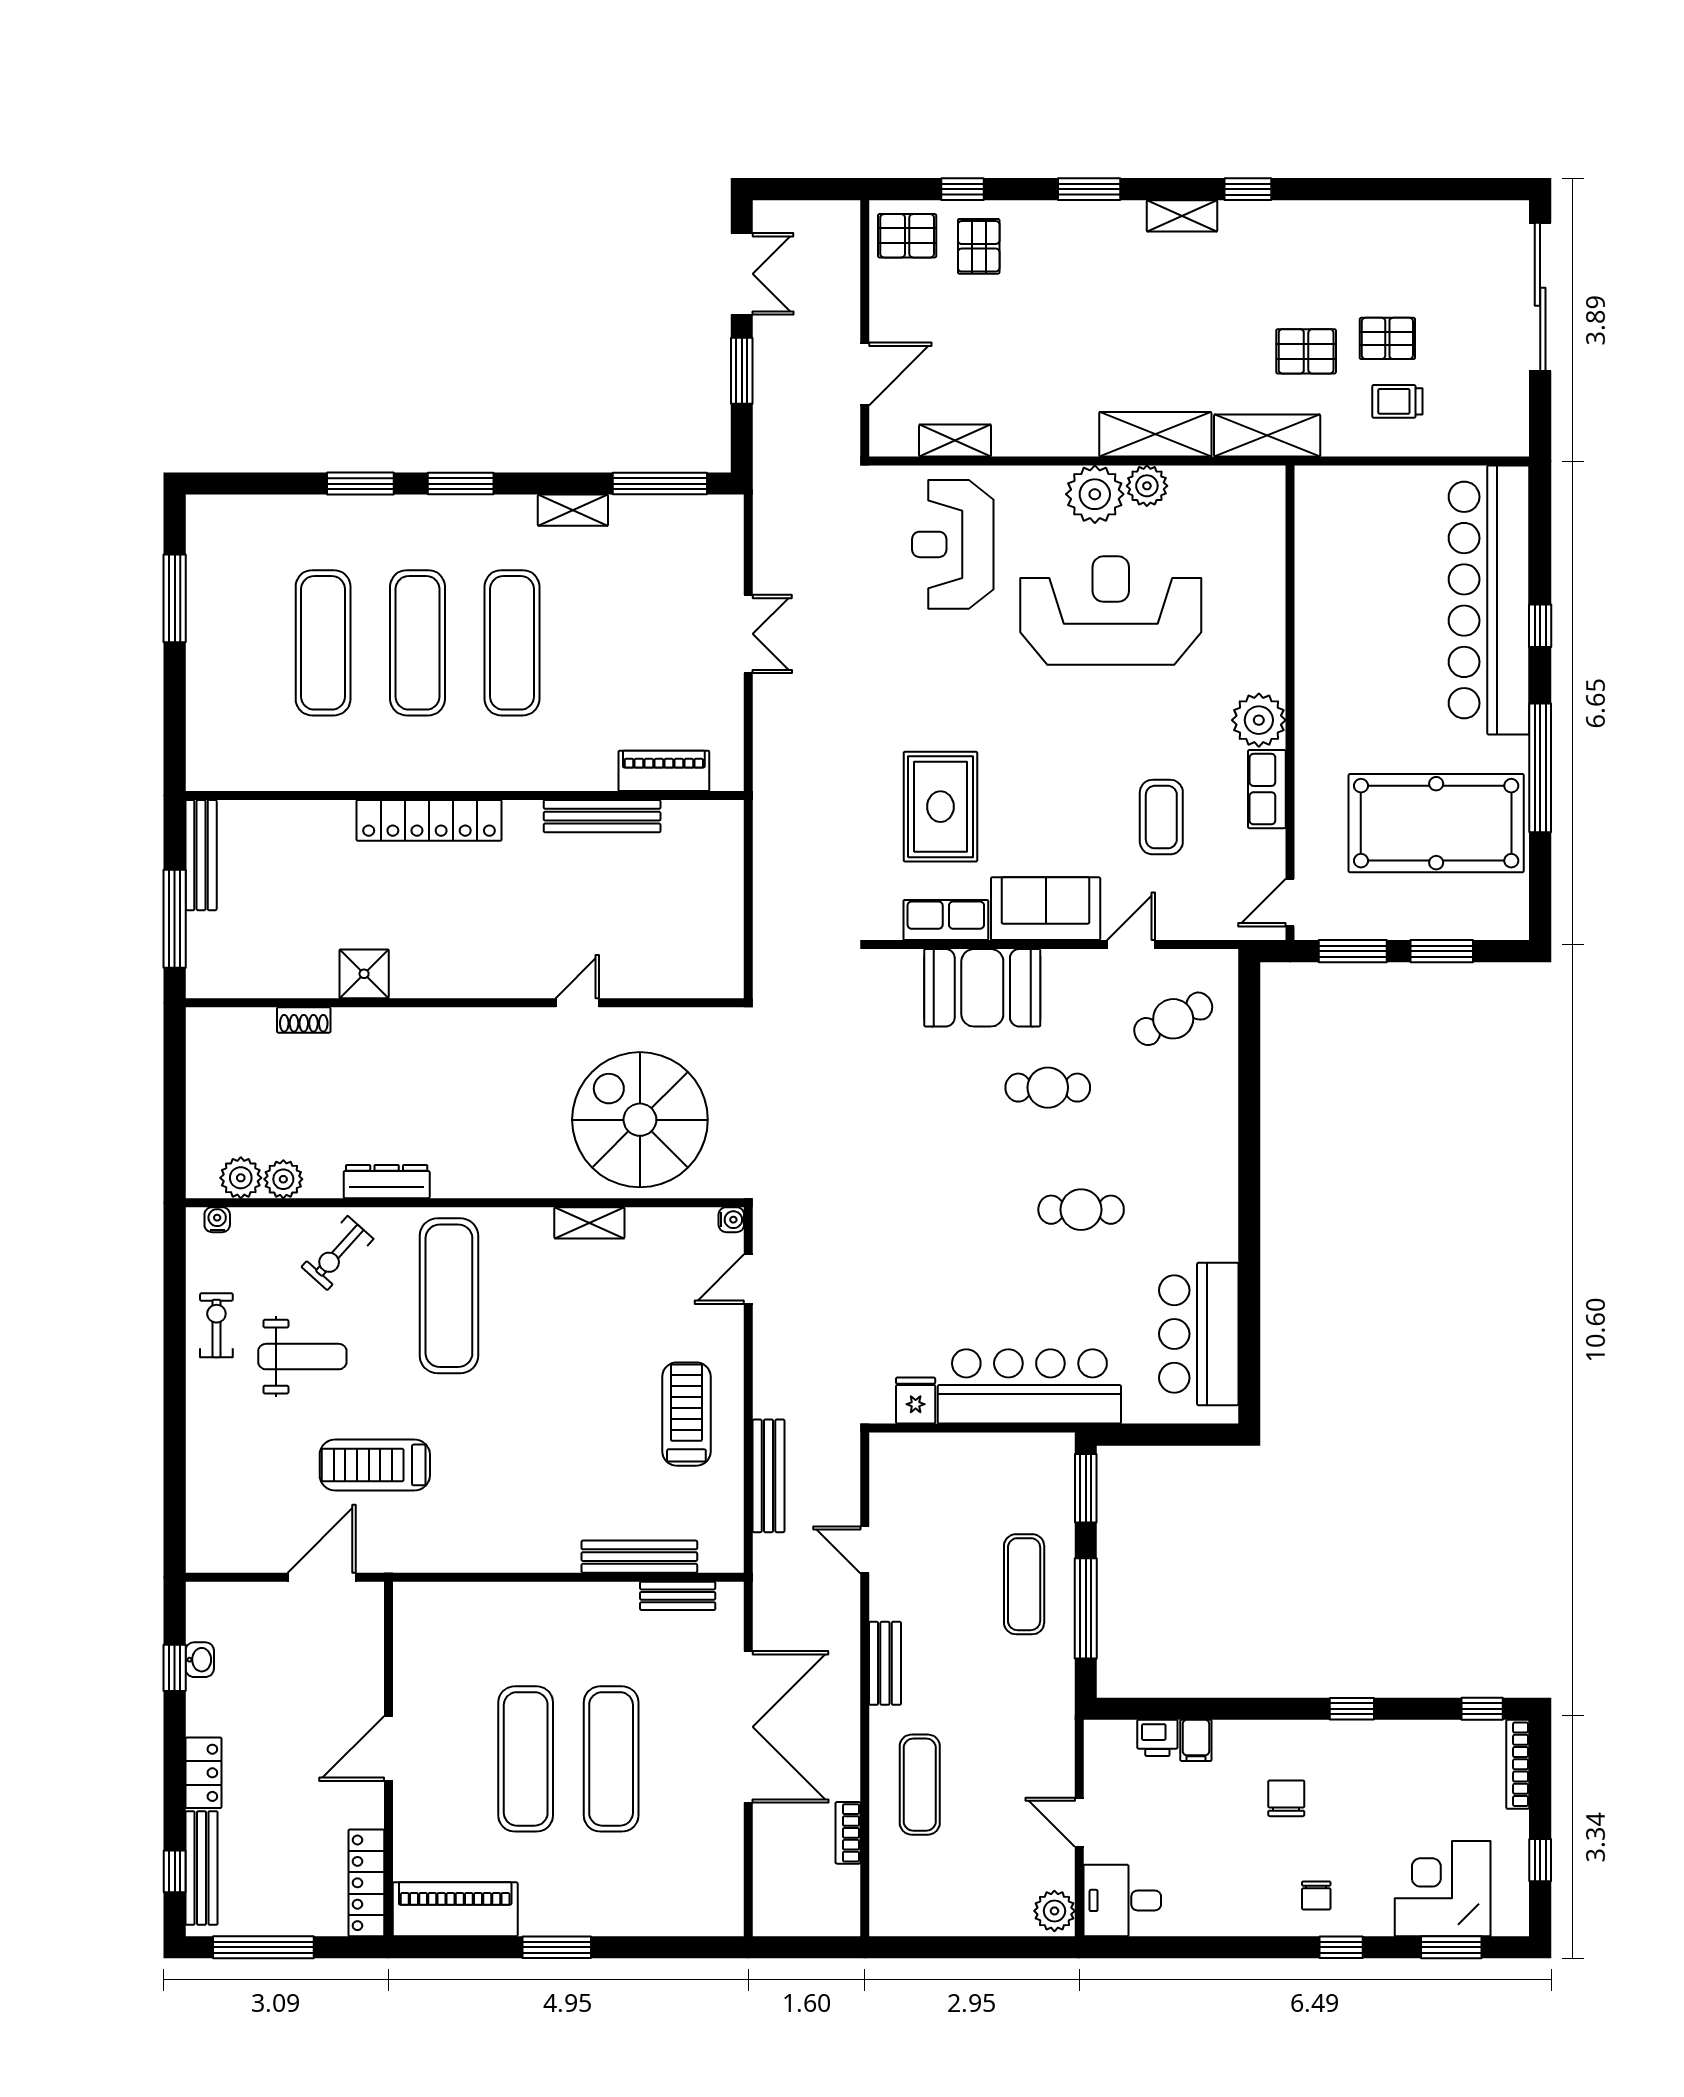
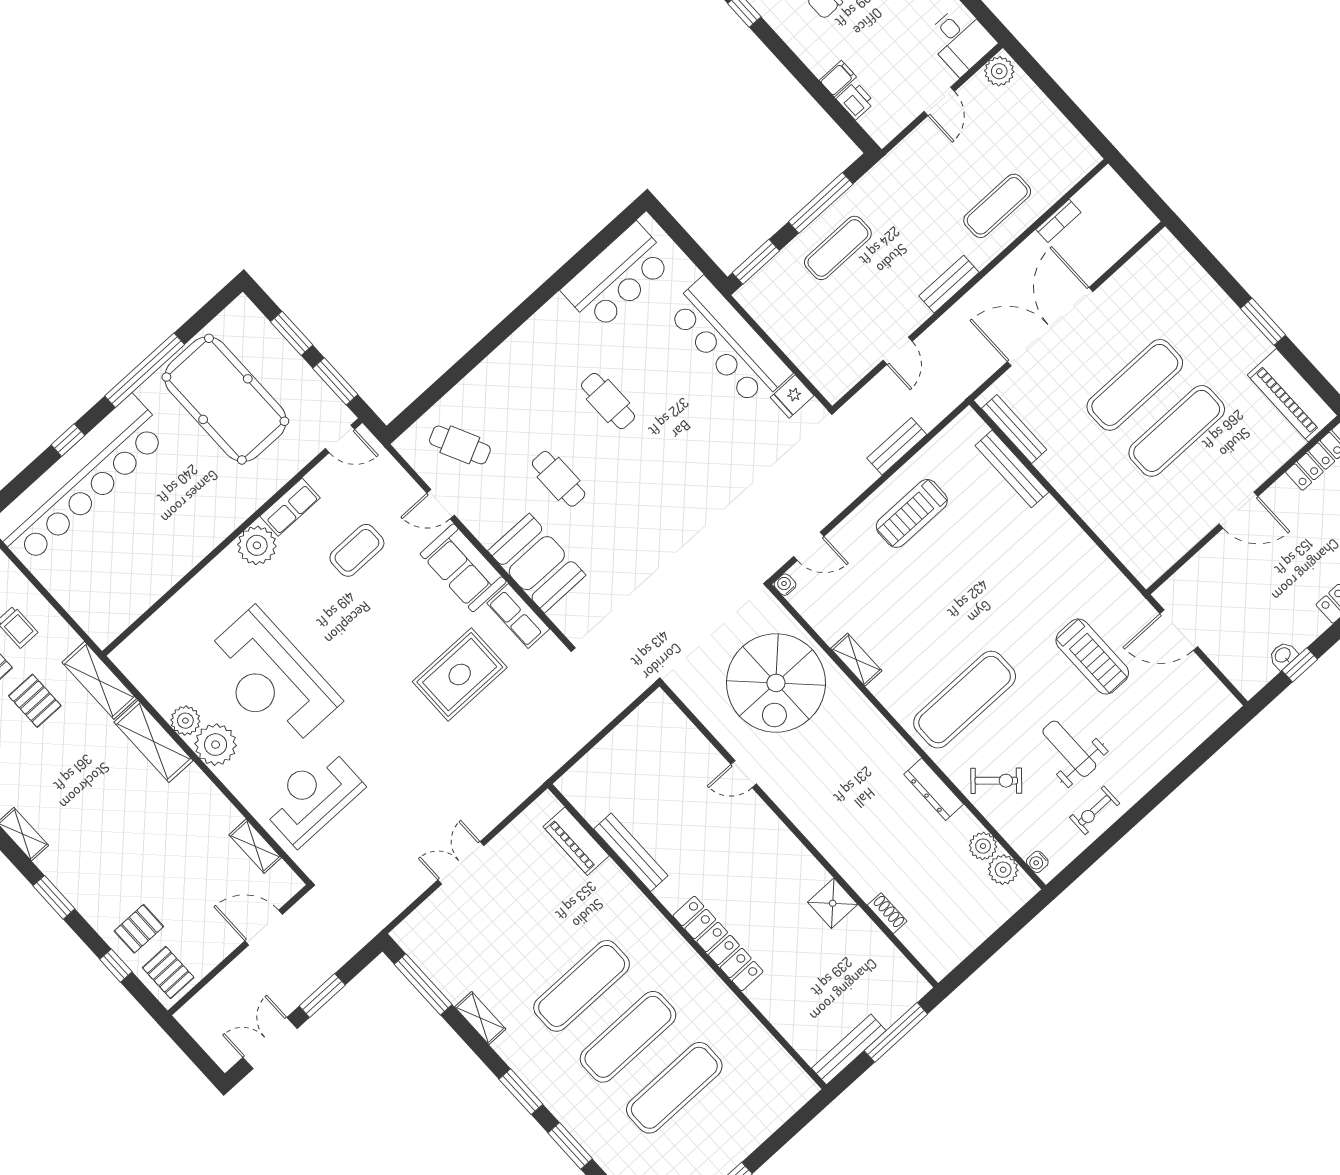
reception desk: (953, 544) -> (312, 797), turned 180
bench: (769, 1476) -> (897, 446), width x0.73
bench: (678, 1596) -> (1014, 429), width x1.36

